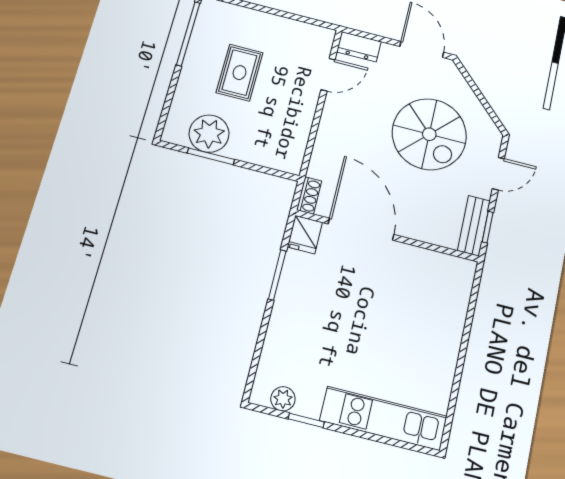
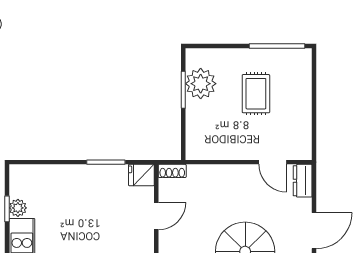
rug: (240, 73) -> (256, 94), turned 90
door: (361, 229) -> (156, 216), width x0.53
plant: (283, 399) -> (18, 208), moved

